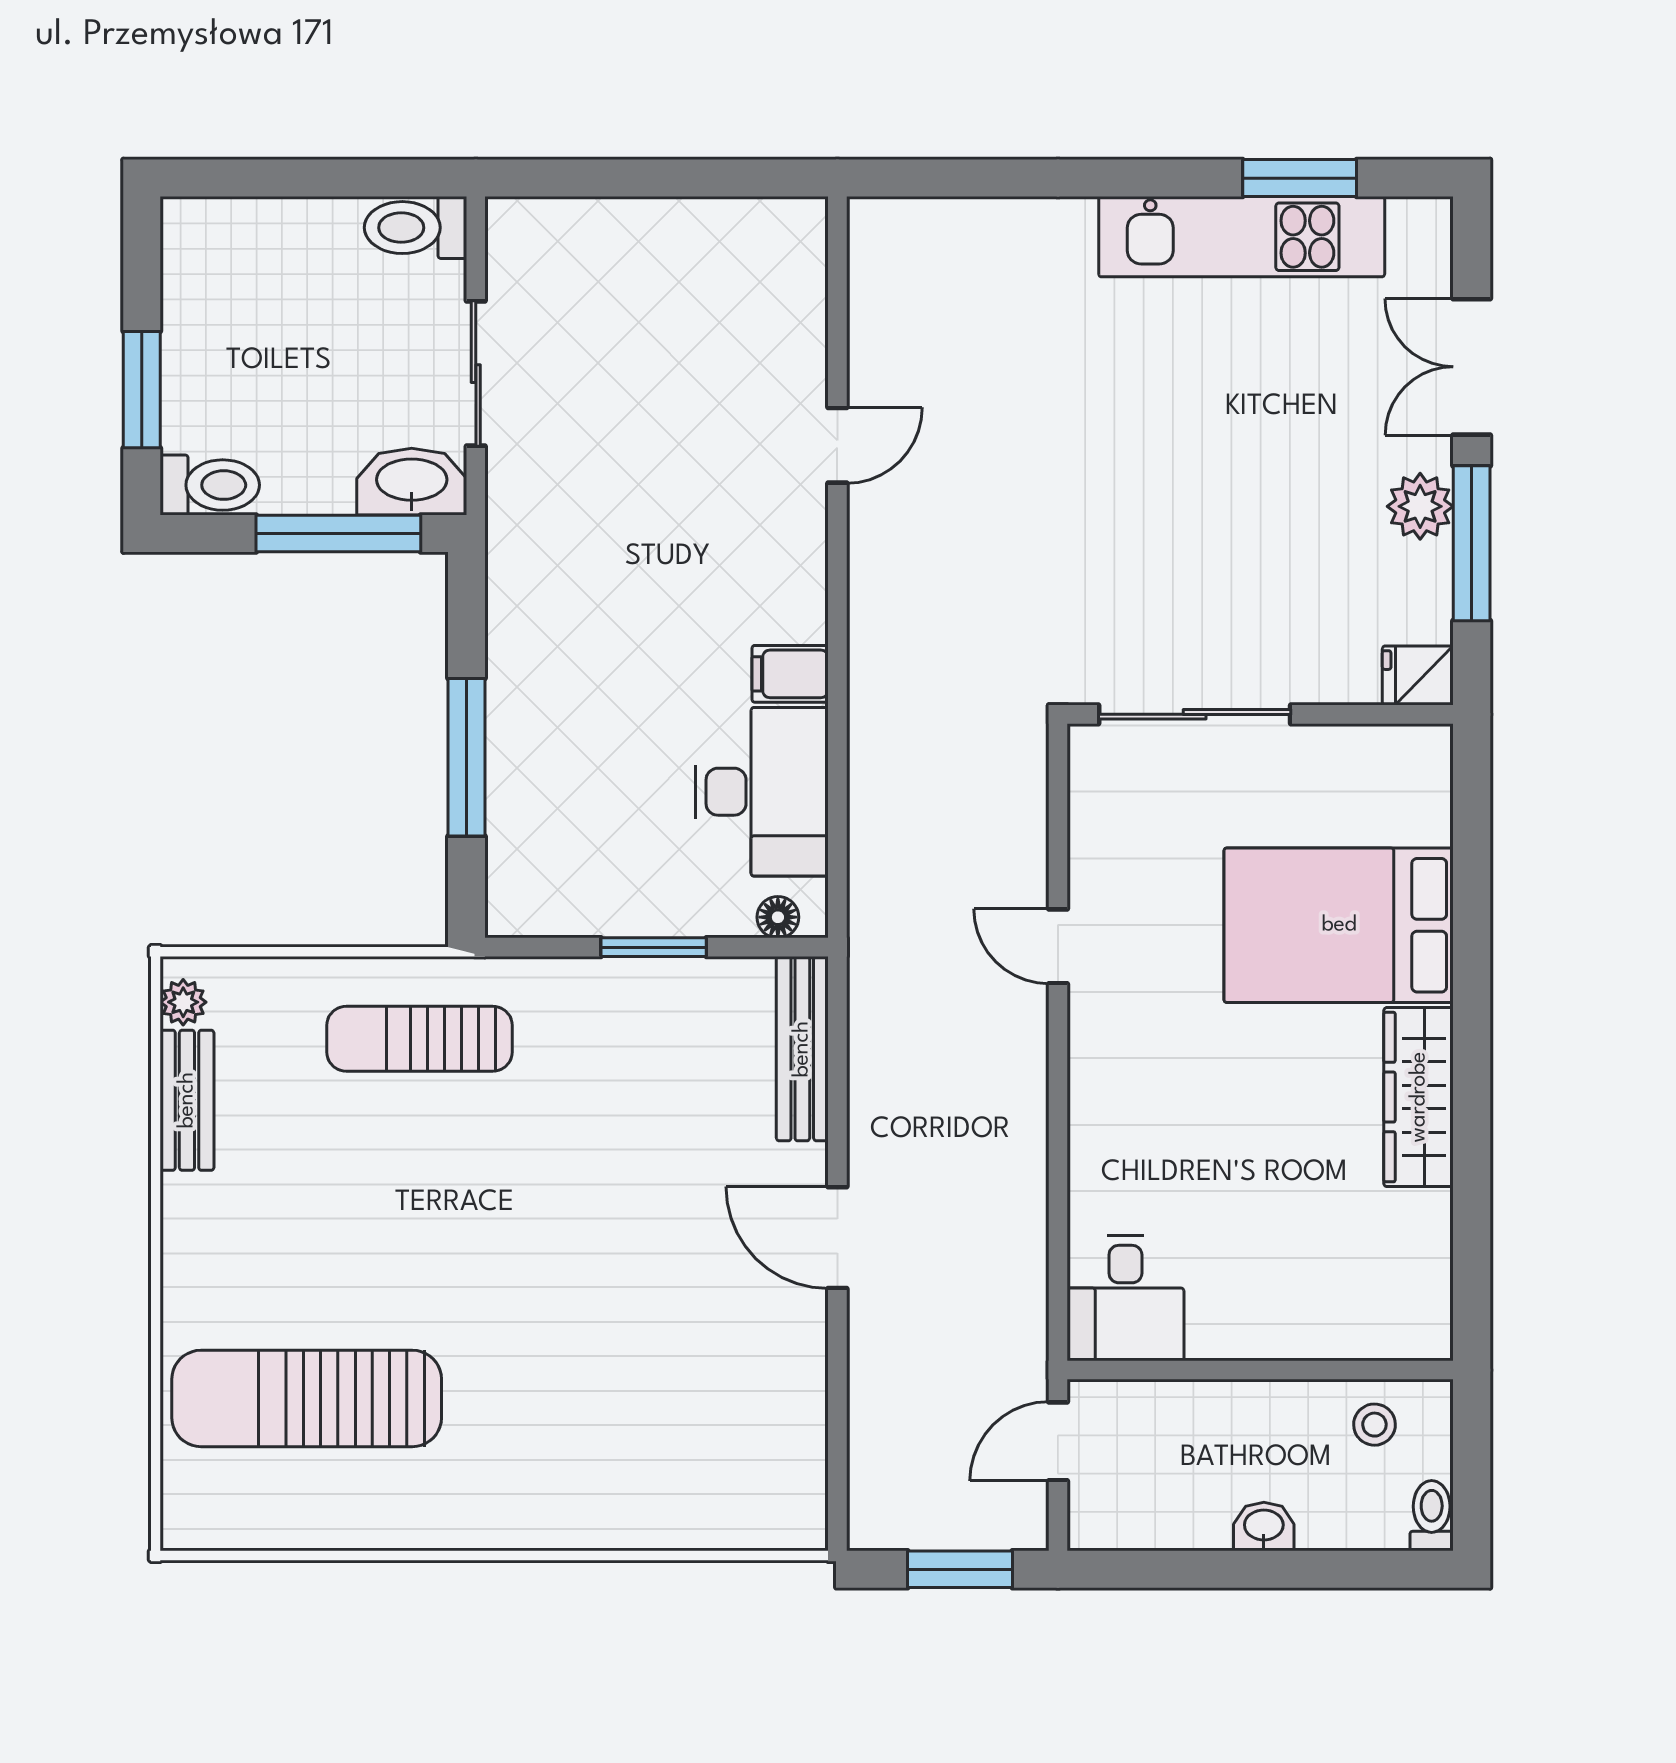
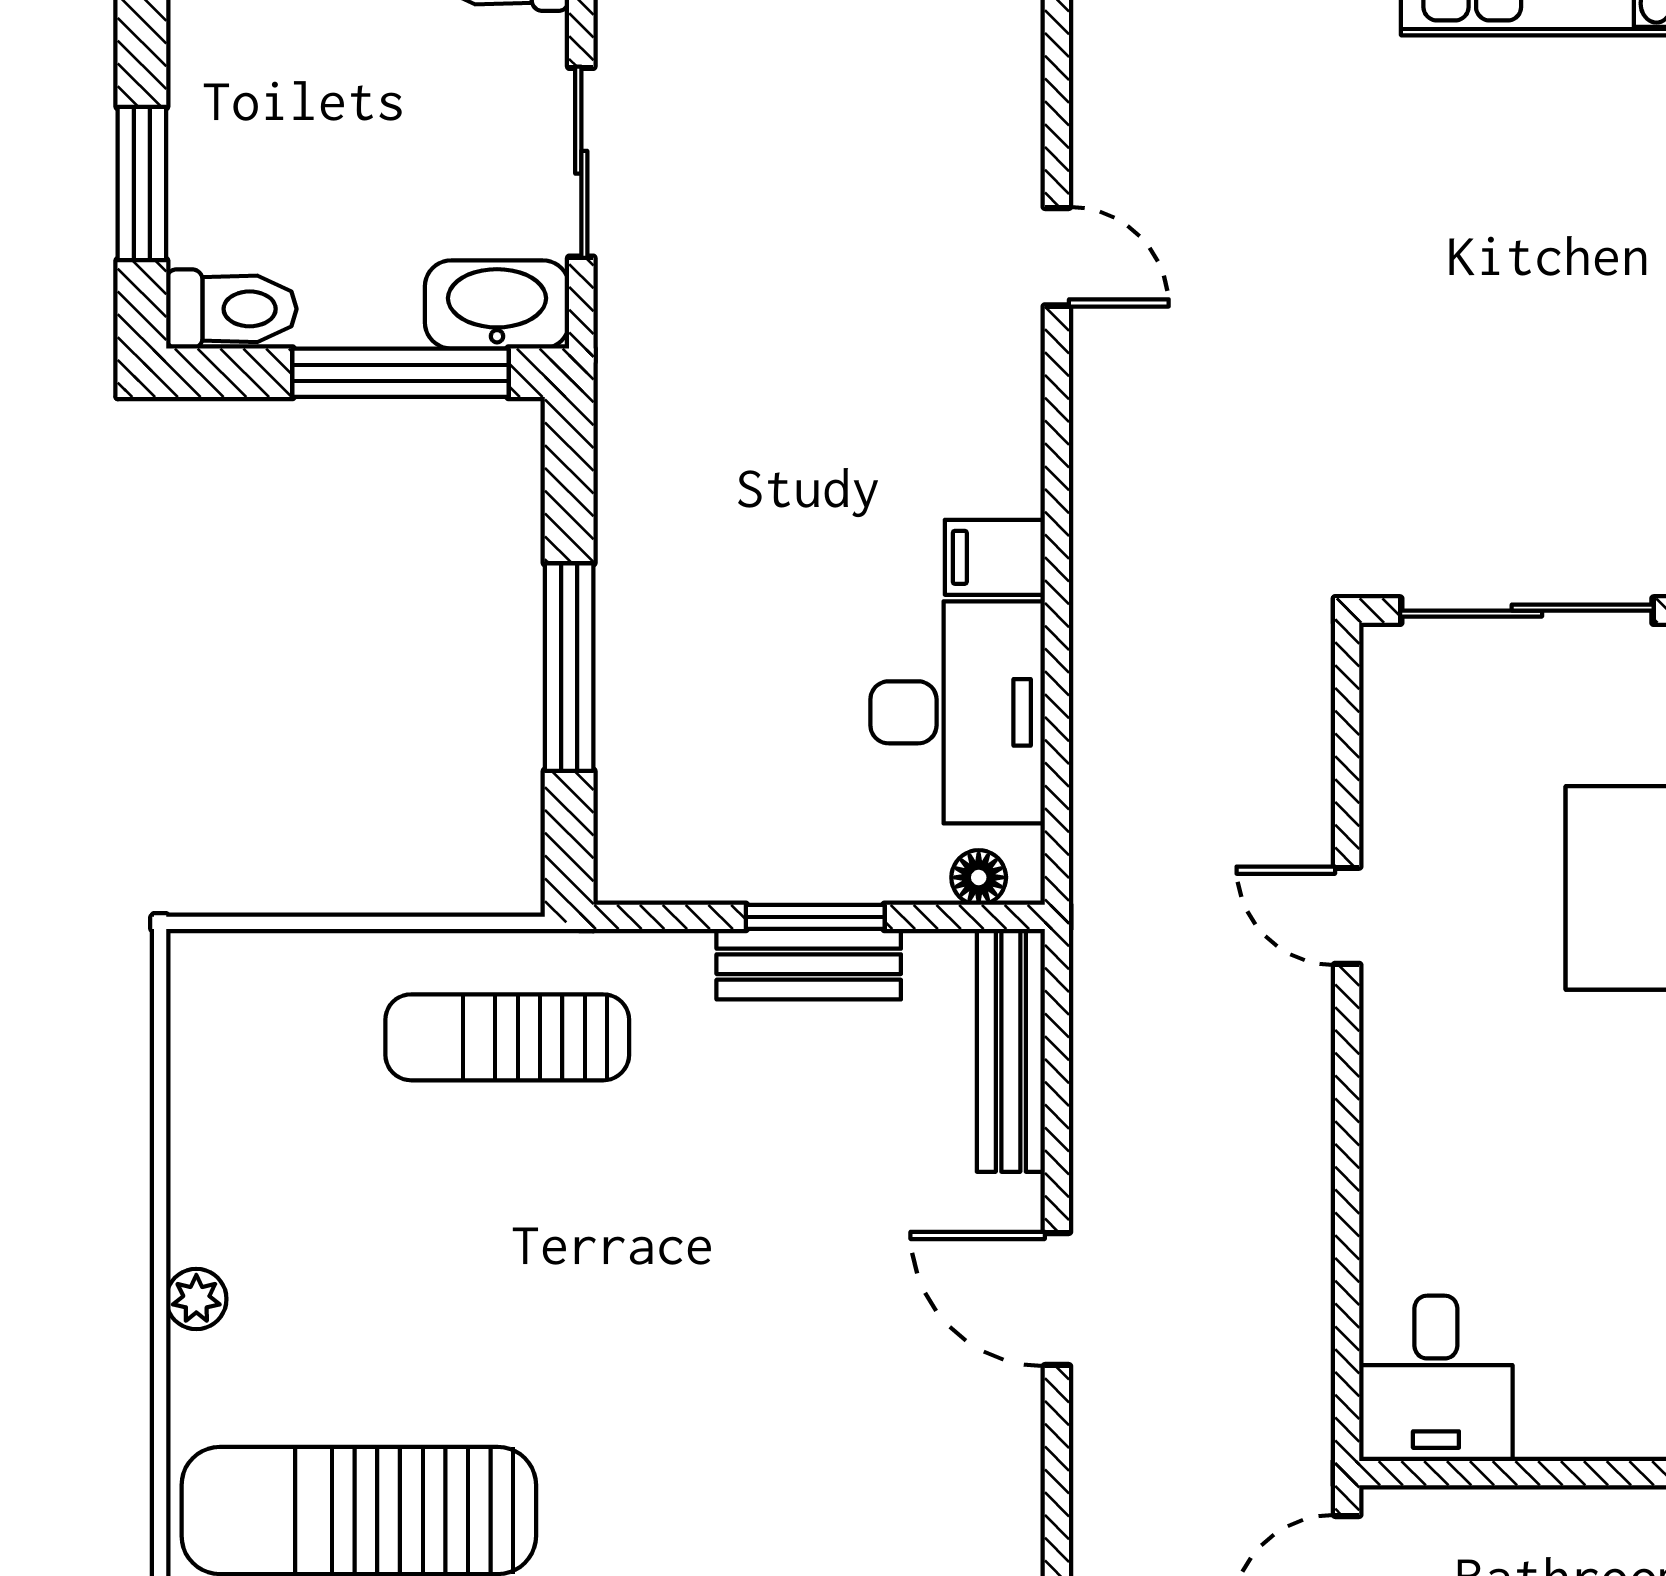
door: (837, 445) -> (1057, 257), hinge flipped
plant: (183, 1002) -> (196, 1299), moved
bench: (187, 1100) -> (809, 964), moved, turned 90

